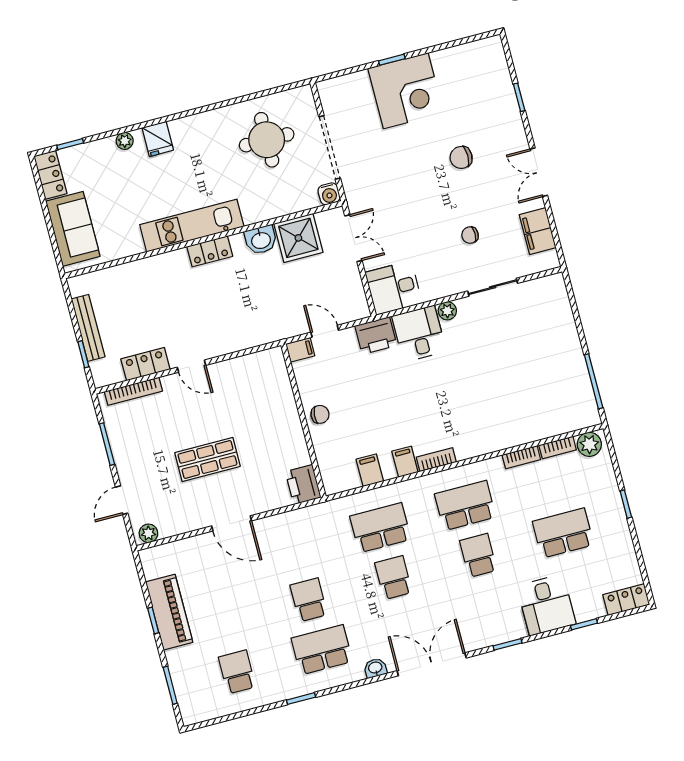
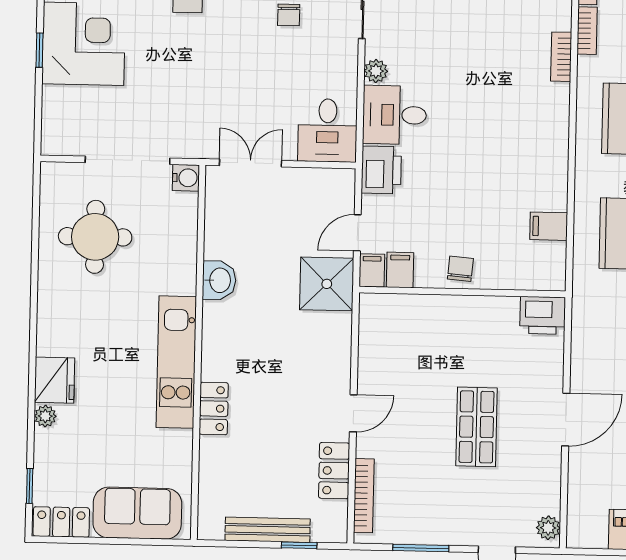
fridge: (158, 139) -> (55, 380), width x1.38
shower: (298, 238) -> (327, 284), moved
locker: (210, 251) -> (214, 409), moved
bookcase: (436, 460) -> (561, 57), moved
filing cabinet: (405, 462) -> (400, 270), moved, turned 90

